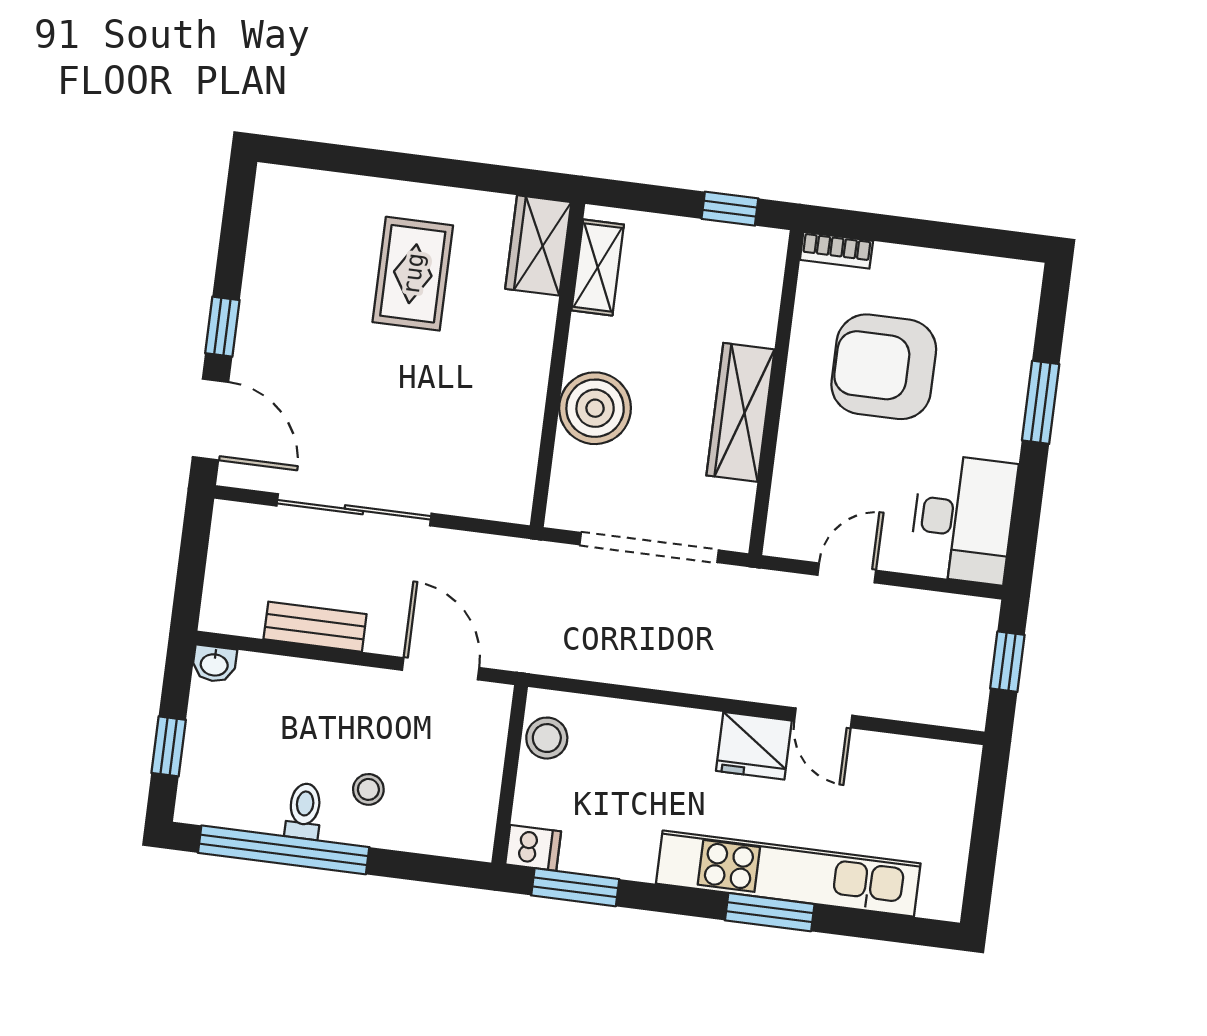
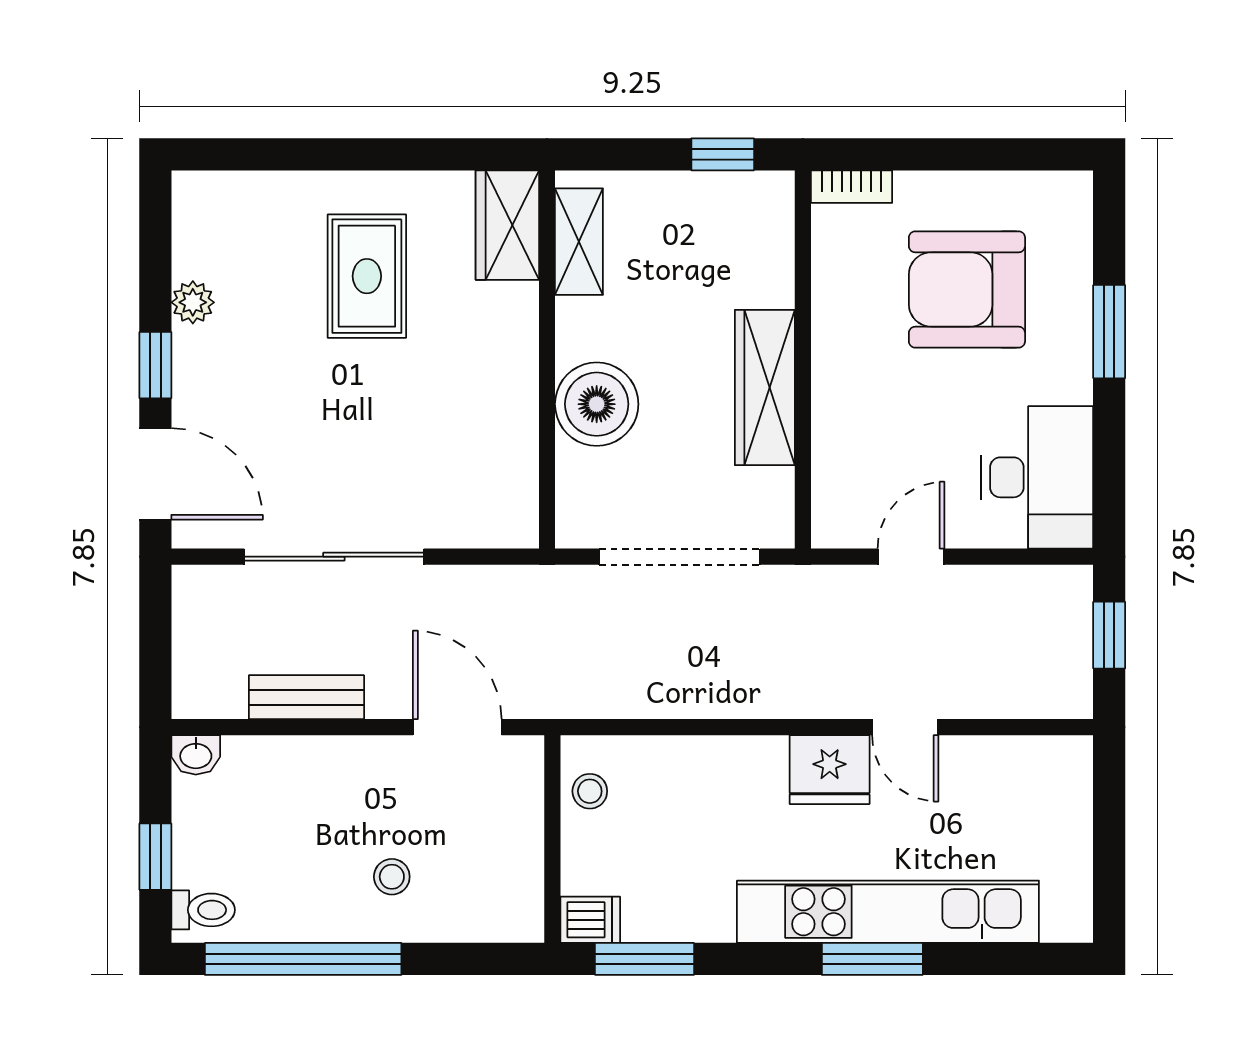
plant: (261, 277) -> (193, 302), added
armchair: (884, 367) -> (967, 289), moved
stool: (547, 738) -> (590, 791), width x0.73, depth x0.73
toilet: (304, 811) -> (203, 910), moved, turned 90

